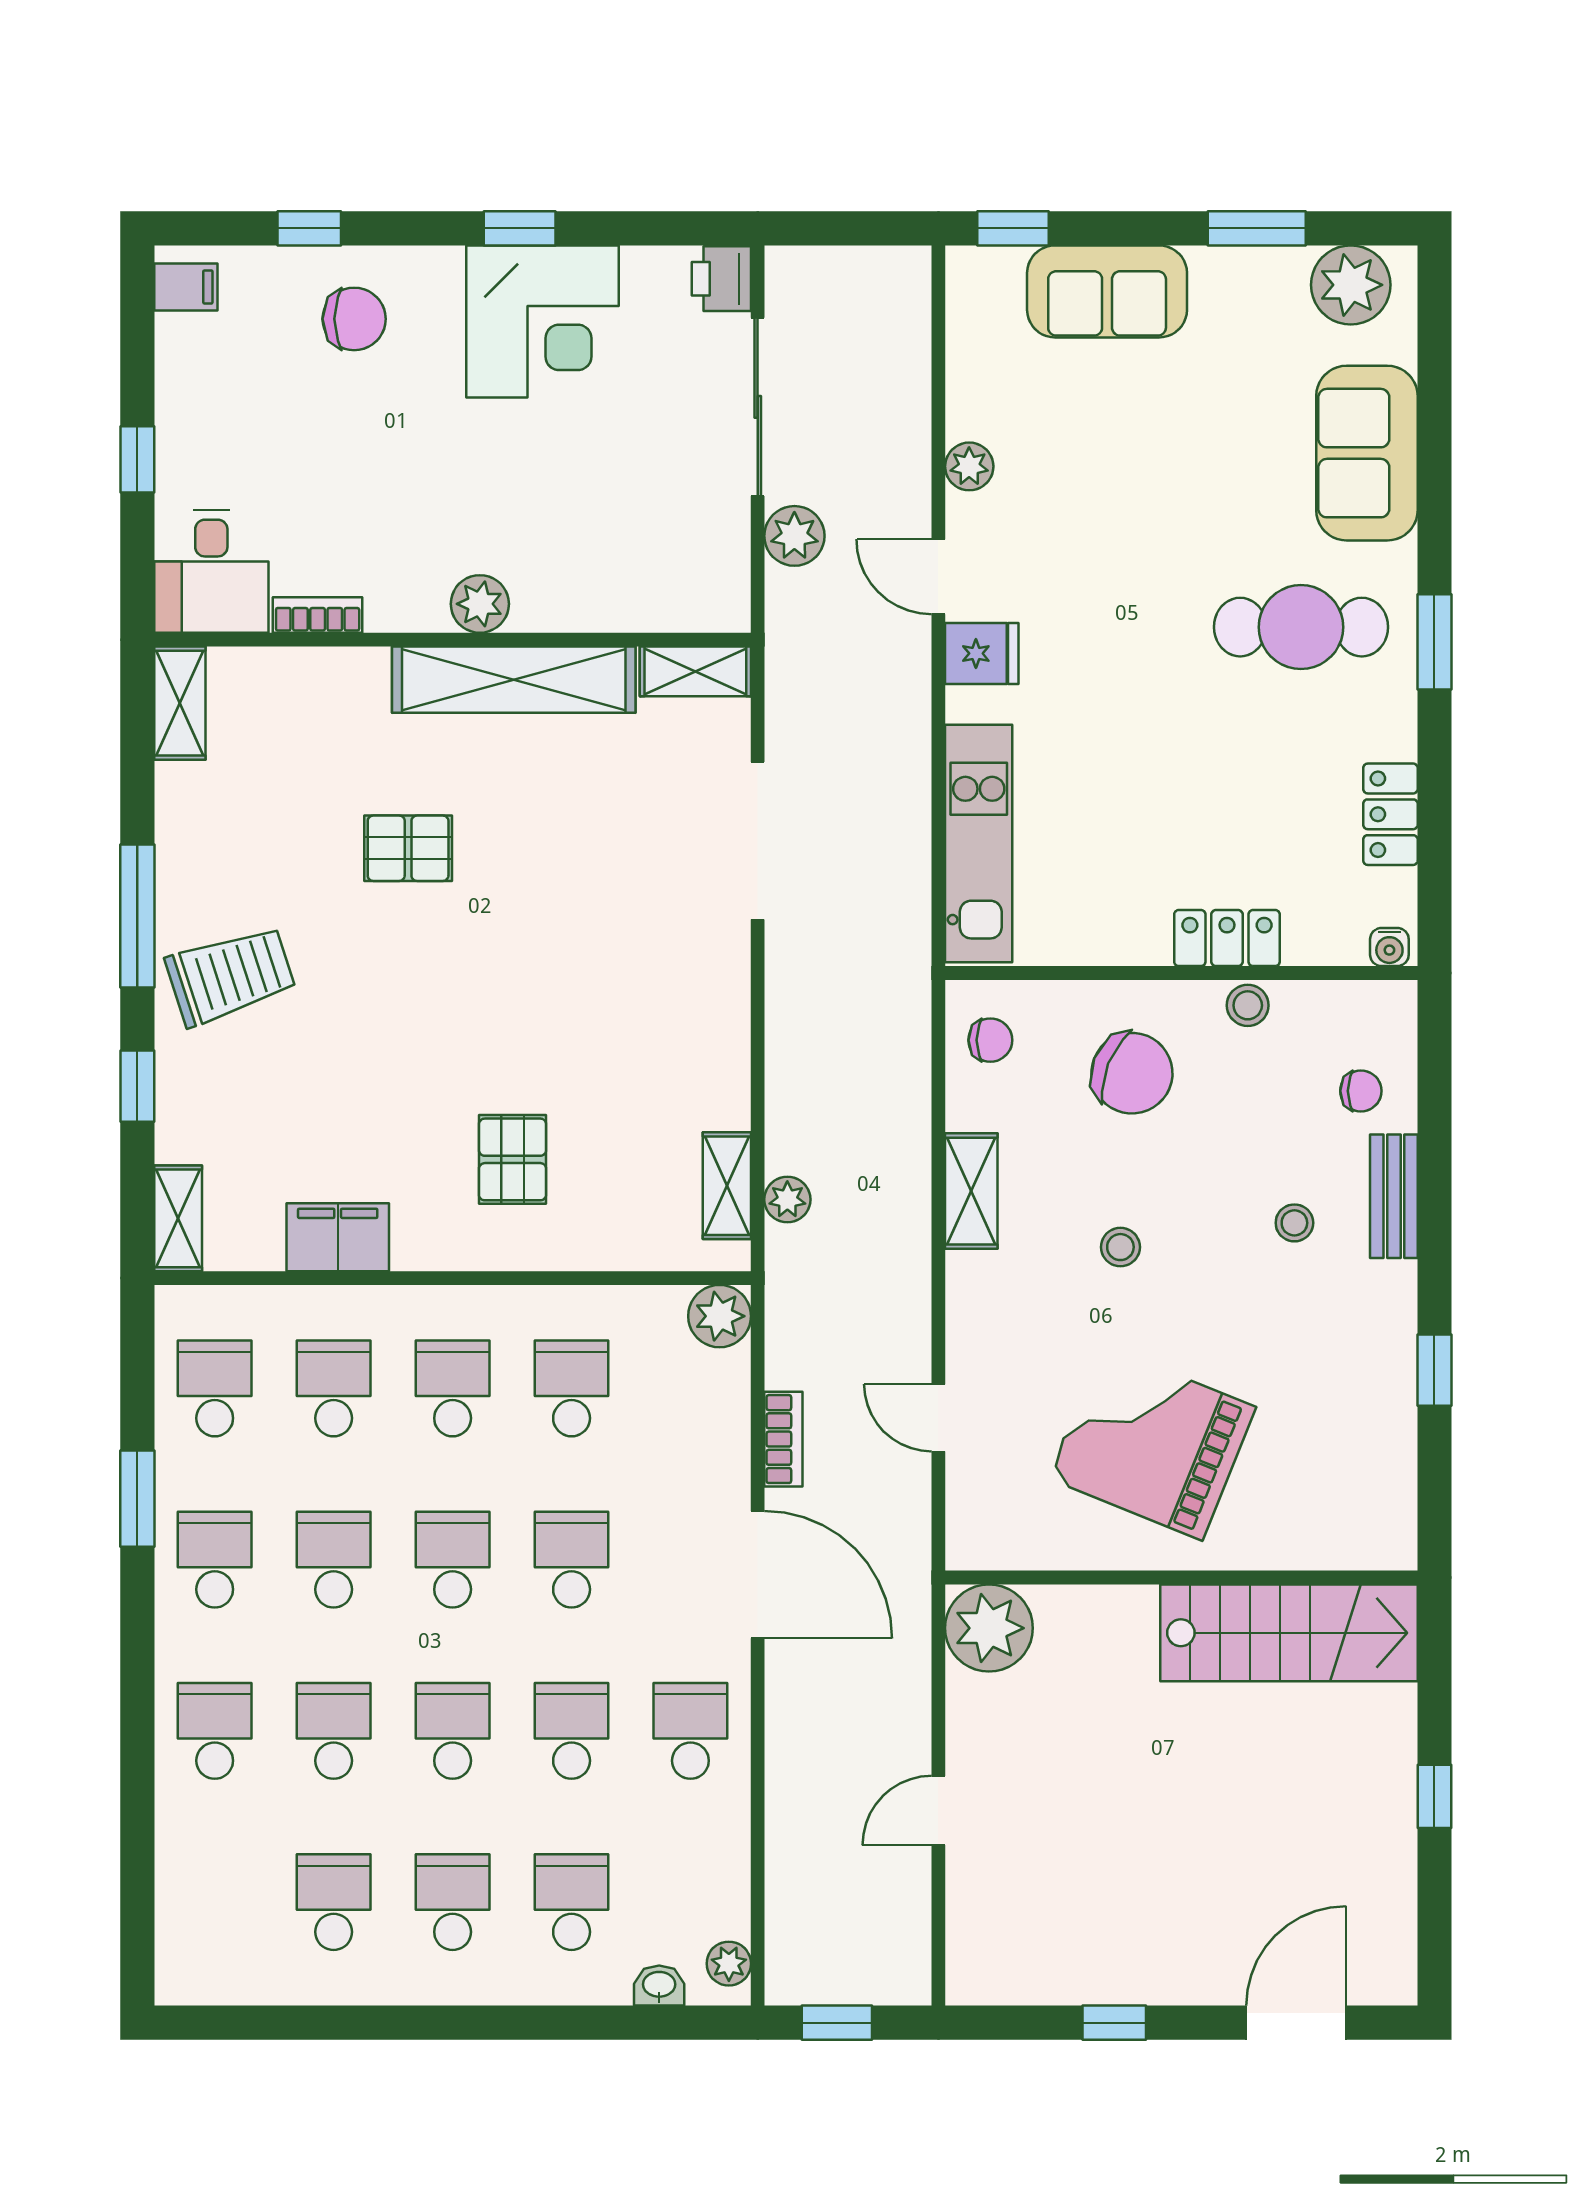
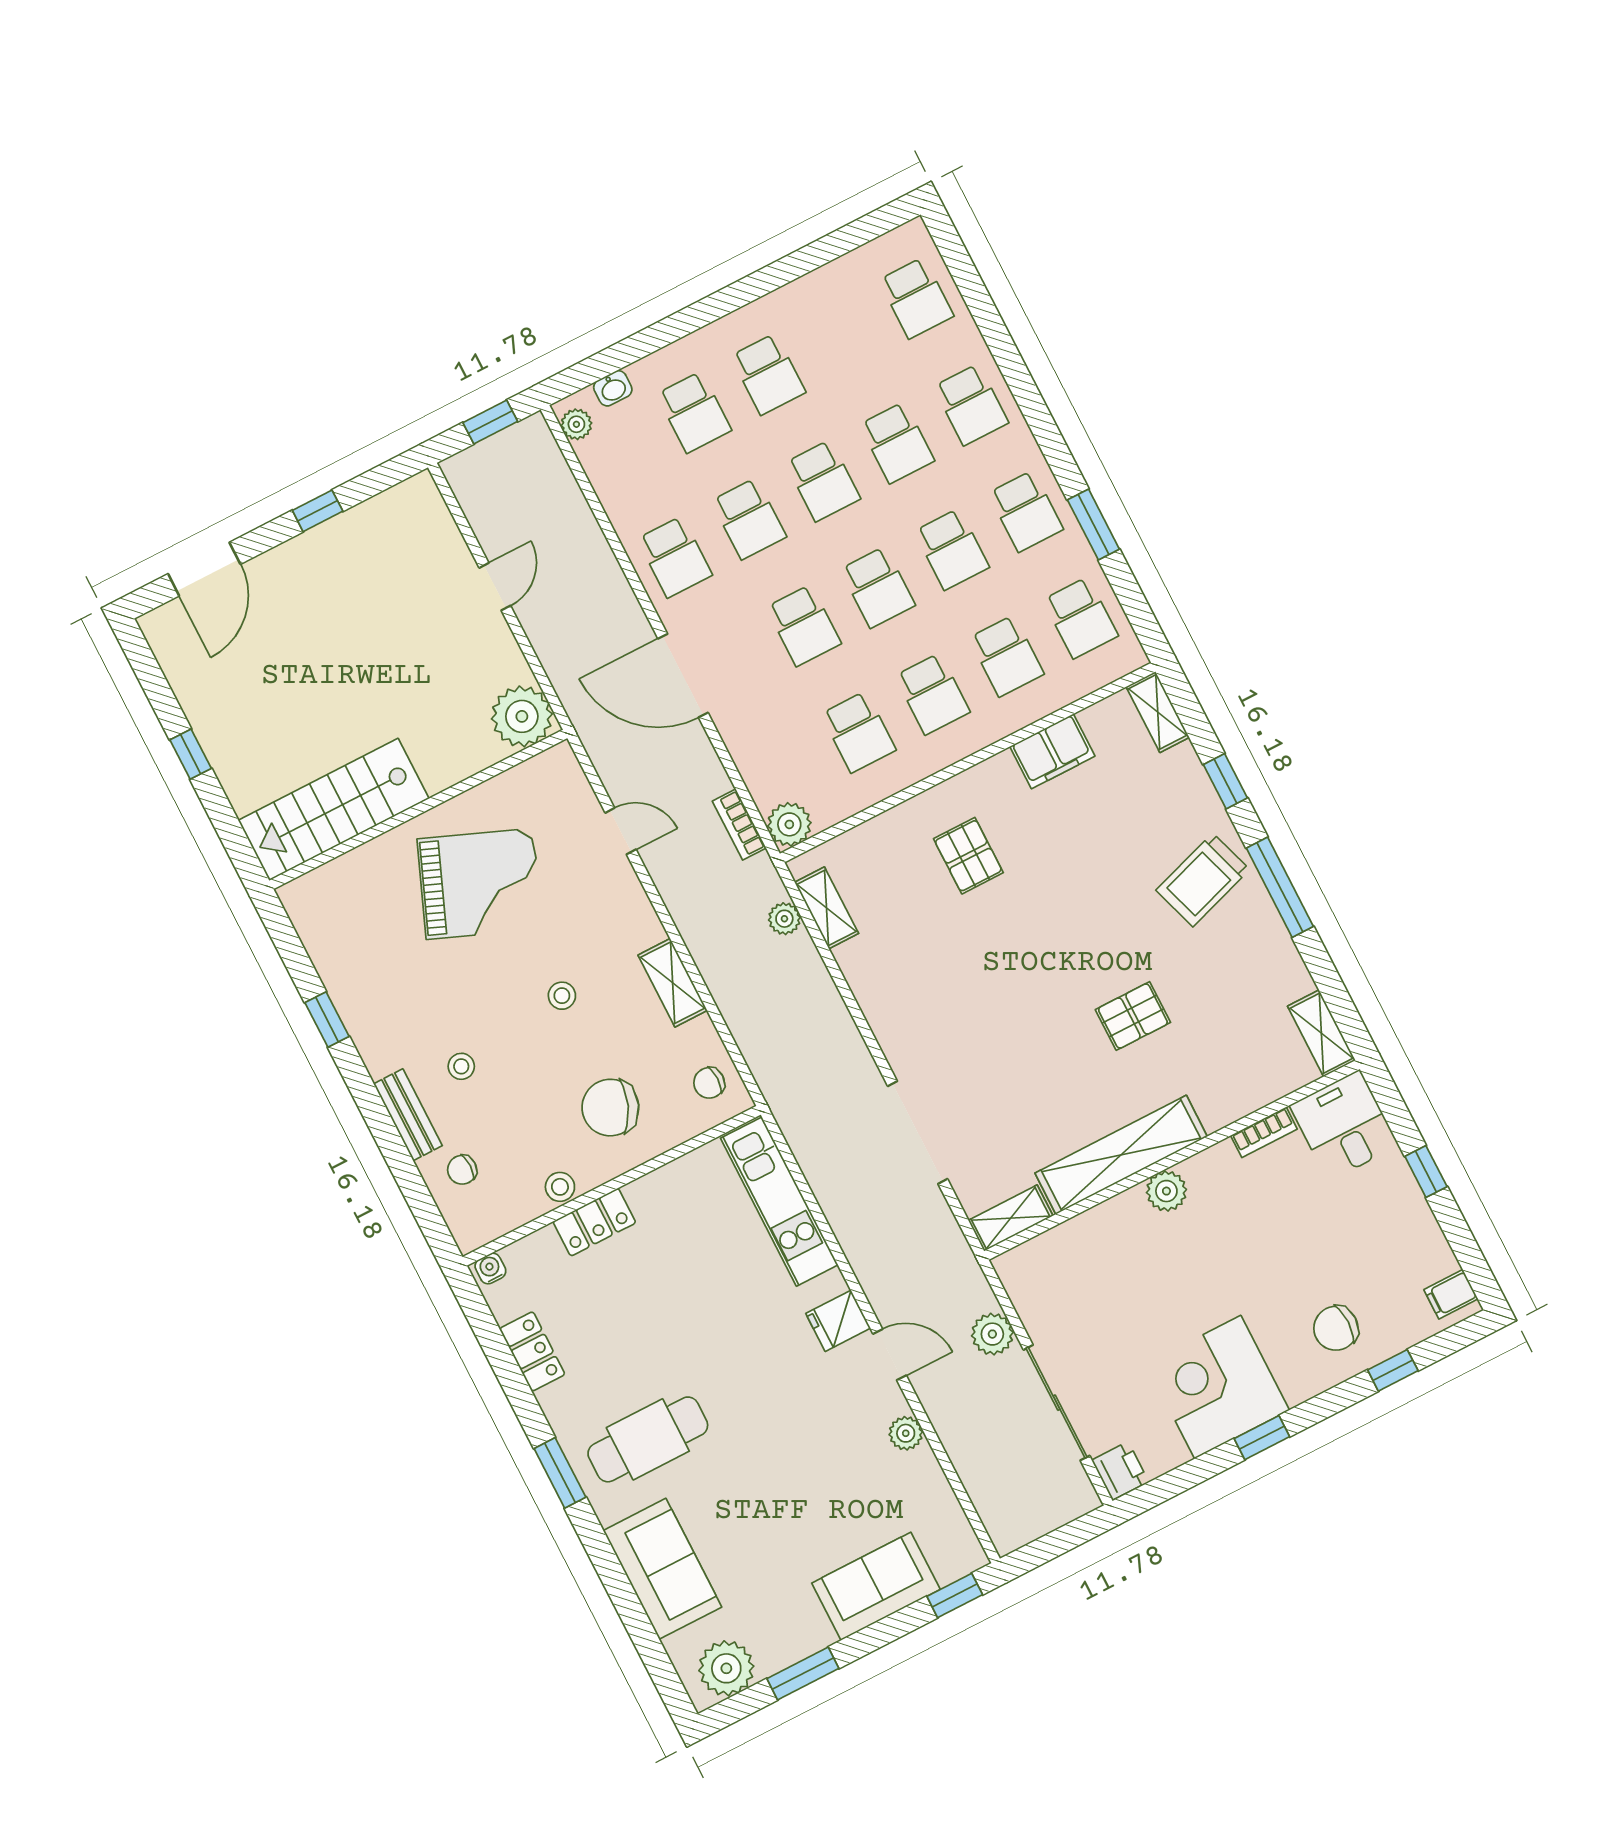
bookcase: (783, 1439) -> (739, 825), moved
school desk: (334, 1902) -> (916, 298), moved

